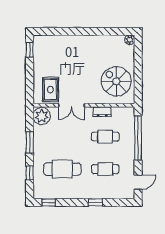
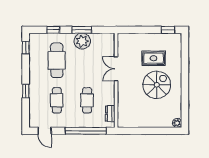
spiral stairs: (116, 81) -> (157, 85), moved
rug: (50, 90) -> (154, 58), moved
dresser: (102, 112) -> (110, 114), moved
plant: (42, 116) -> (82, 41), moved

